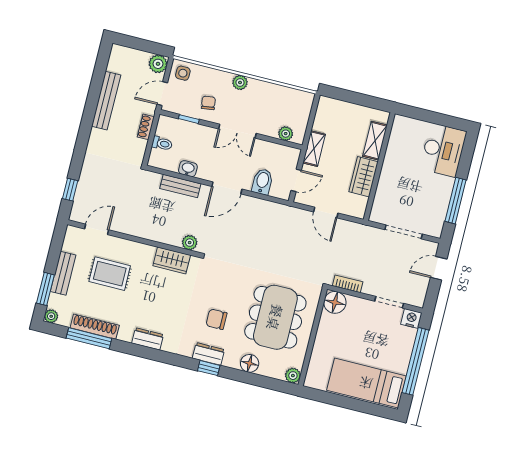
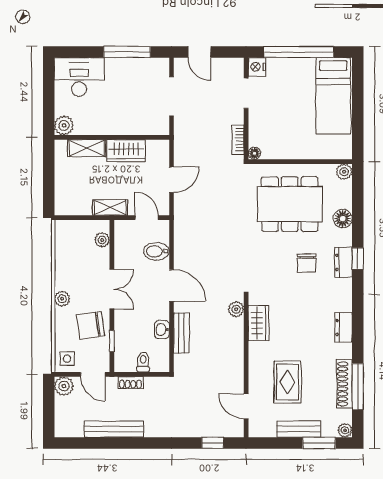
chair: (208, 103) -> (91, 326), width x1.87, depth x1.87
plant: (401, 125) -> (64, 125), added
floor lamp: (335, 302) -> (254, 153), width x0.53, depth x0.53

